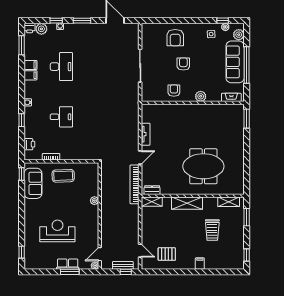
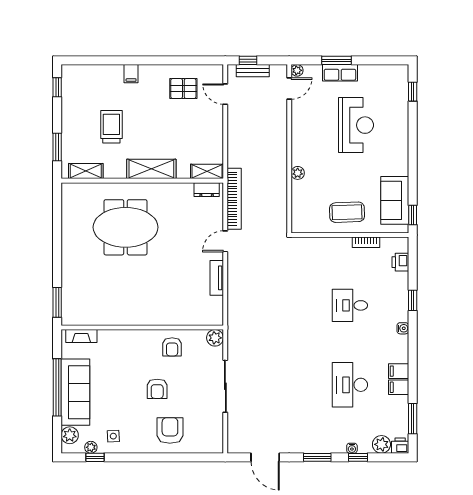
plant: (201, 96) -> (215, 338), moved
reception desk: (57, 231) -> (356, 125), turned -90

